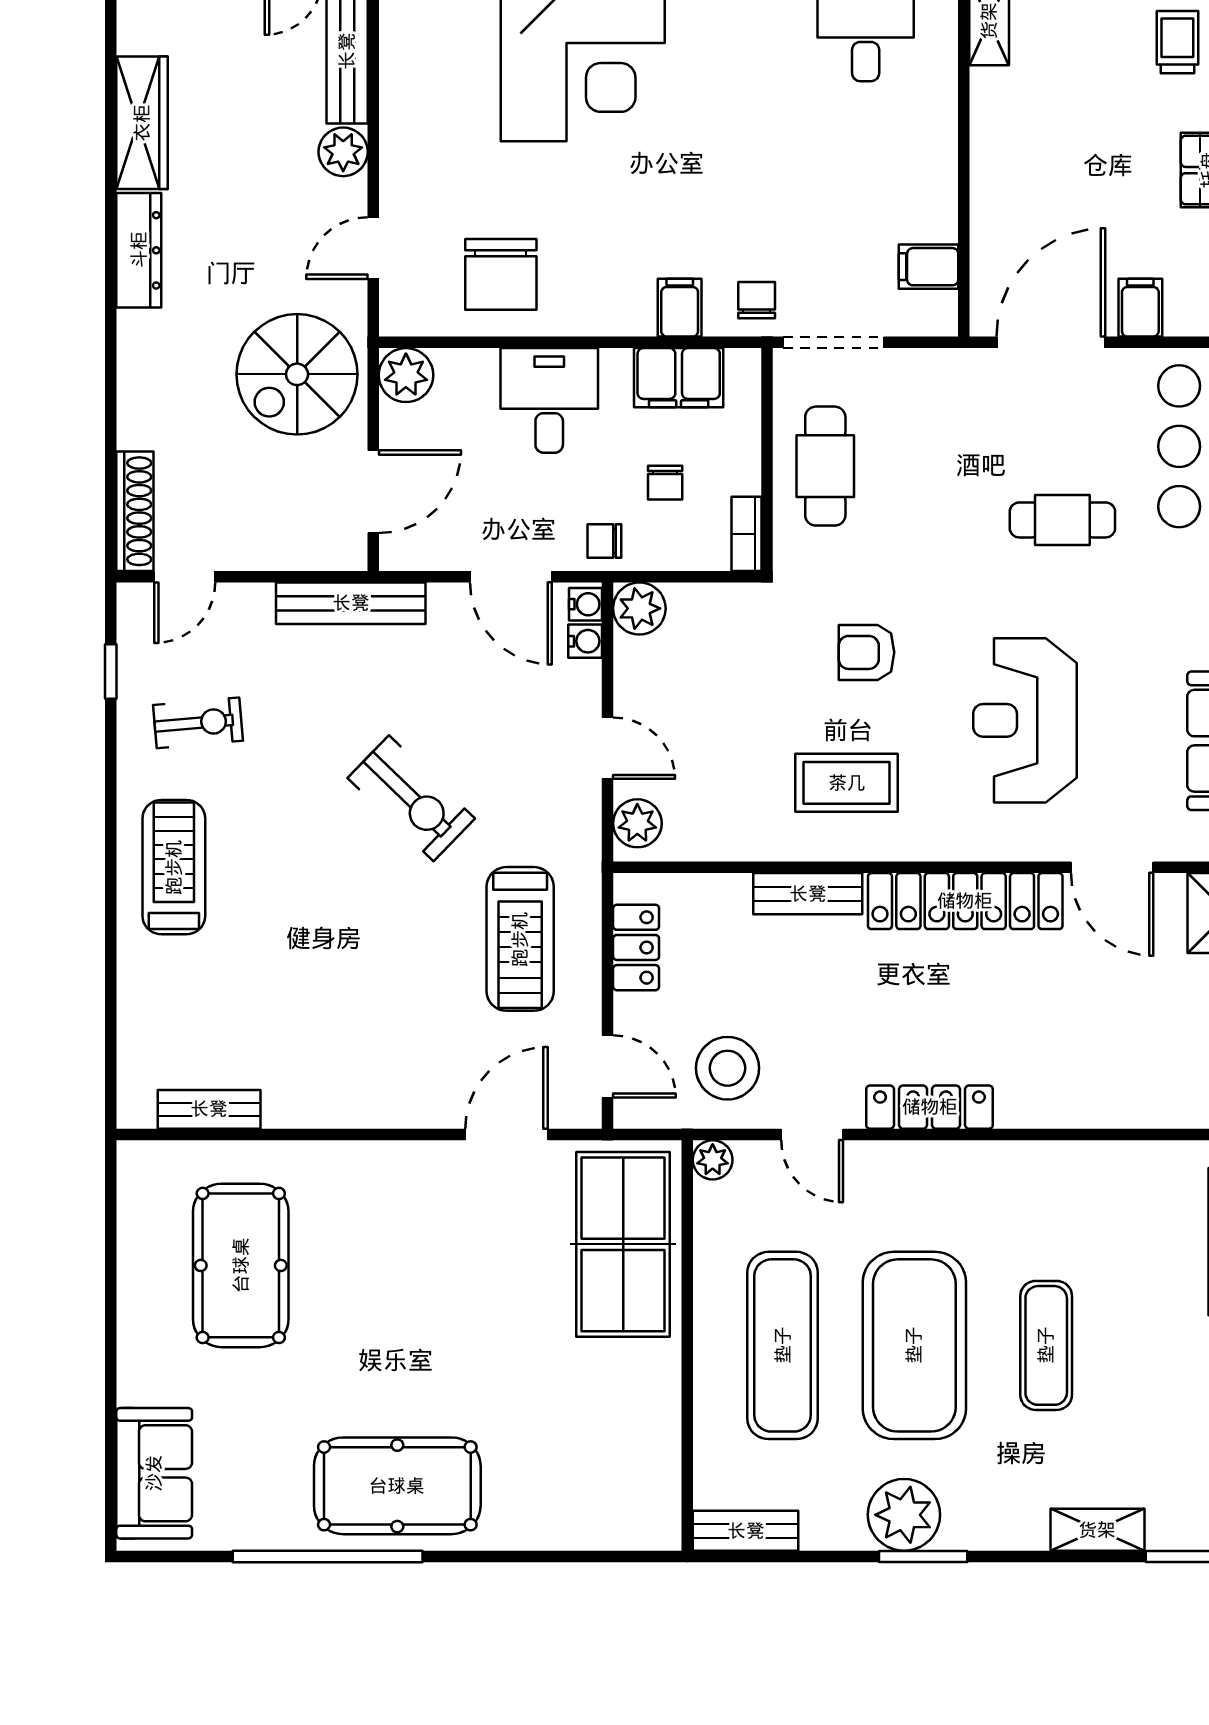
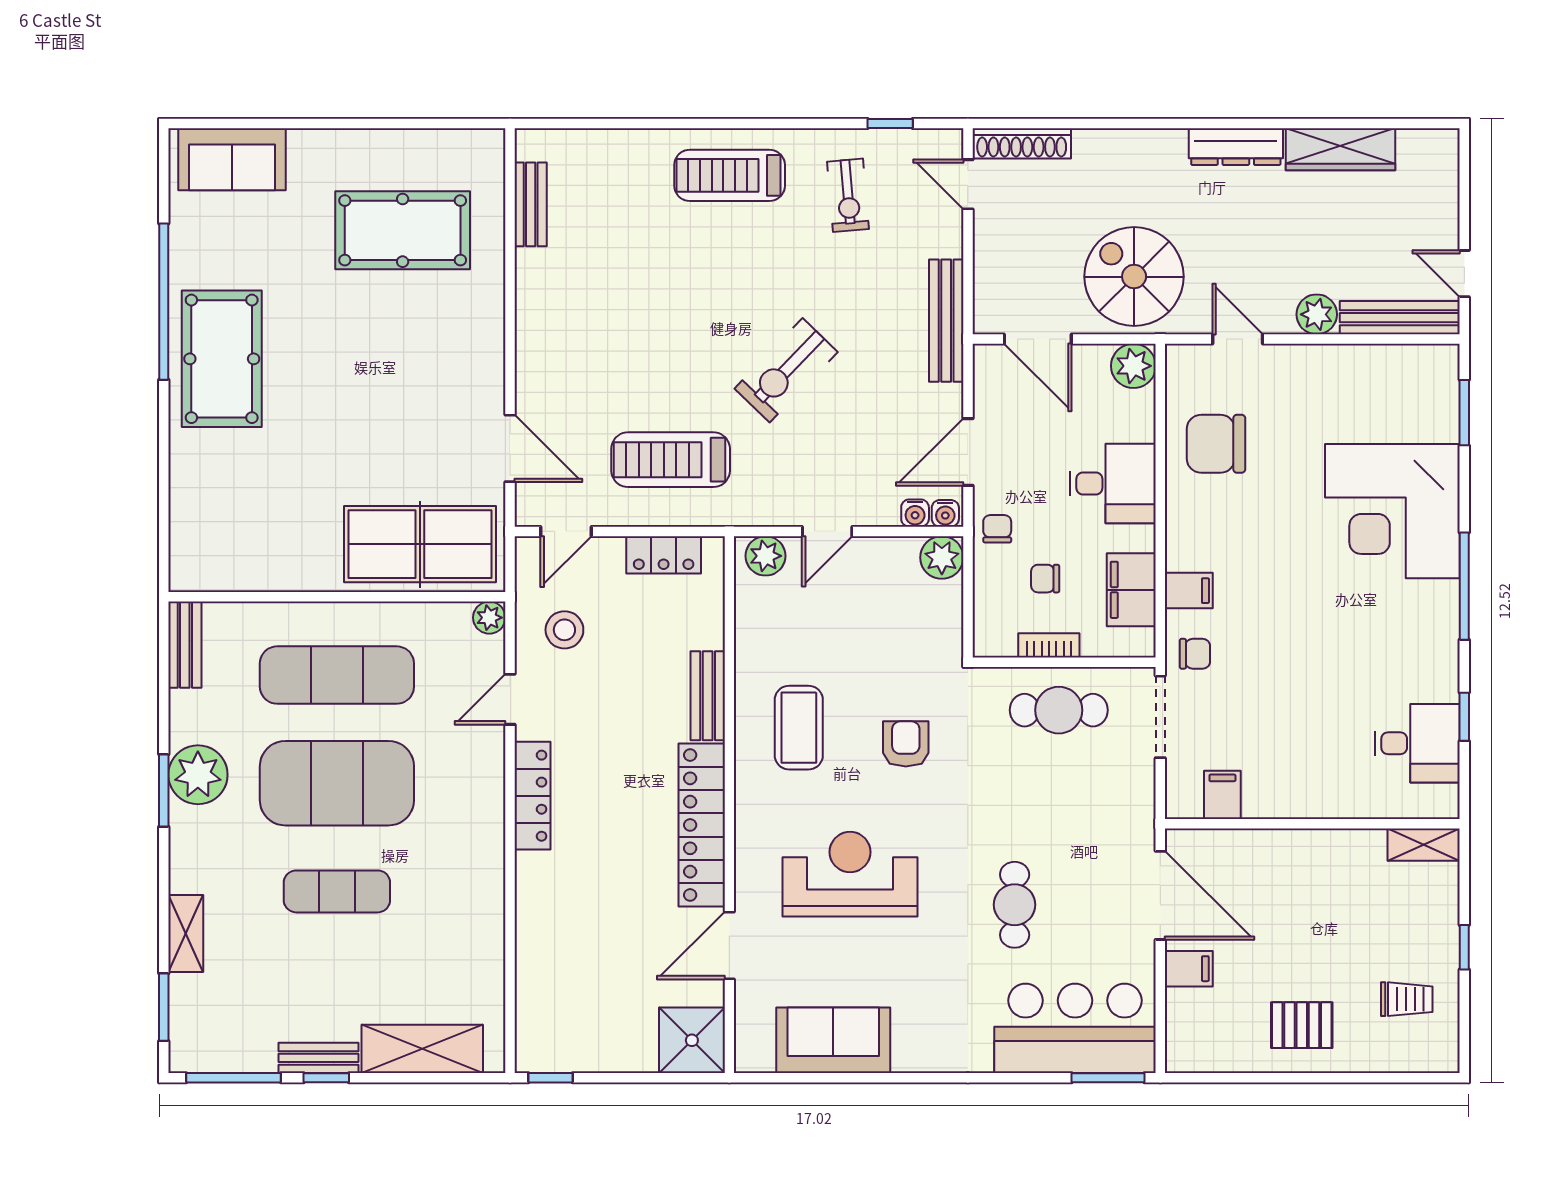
bookcase: (746, 534) -> (1049, 645), moved
treadmill: (174, 867) -> (730, 175), turned 180
stool: (728, 1068) -> (564, 630), width x0.73, depth x0.73

